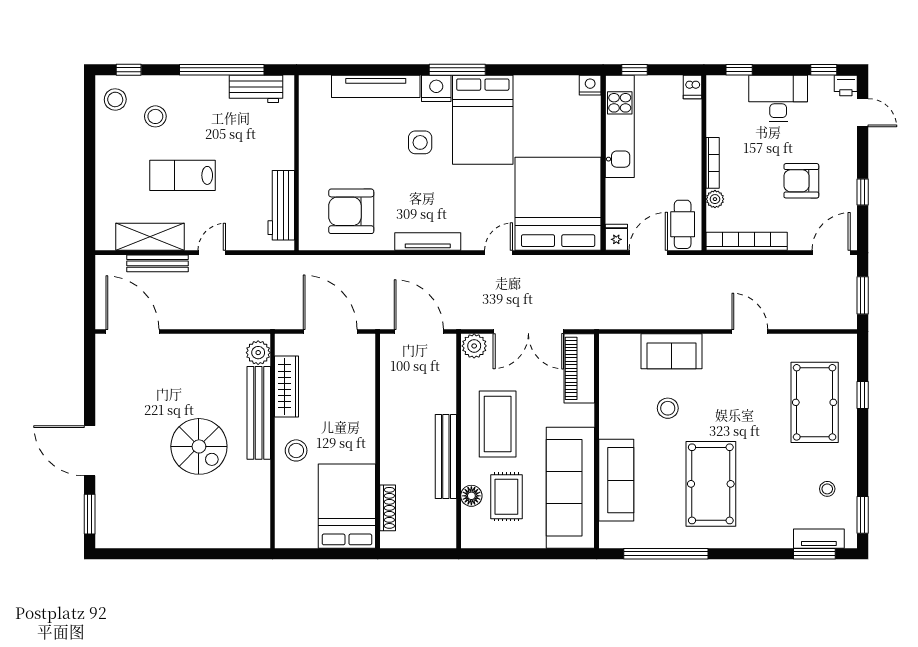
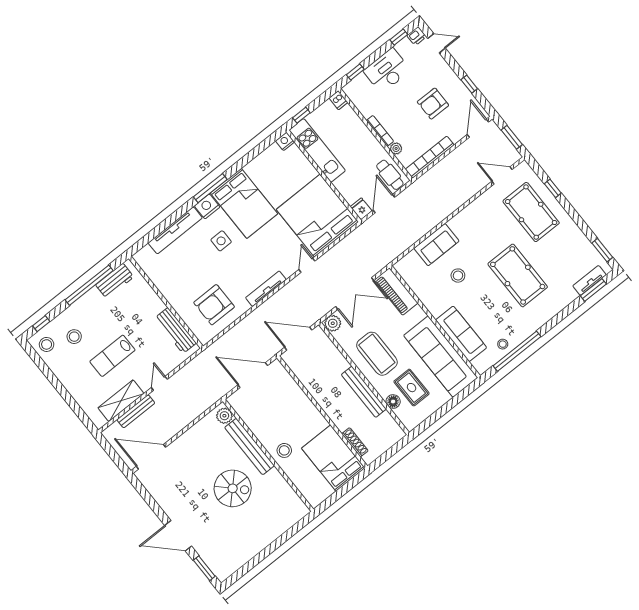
door: (750, 331) -> (502, 175), moved
wardrobe: (286, 386) -> (253, 421), removed
pool table: (711, 484) -> (518, 275), moved
stool: (827, 489) -> (503, 344), moved

